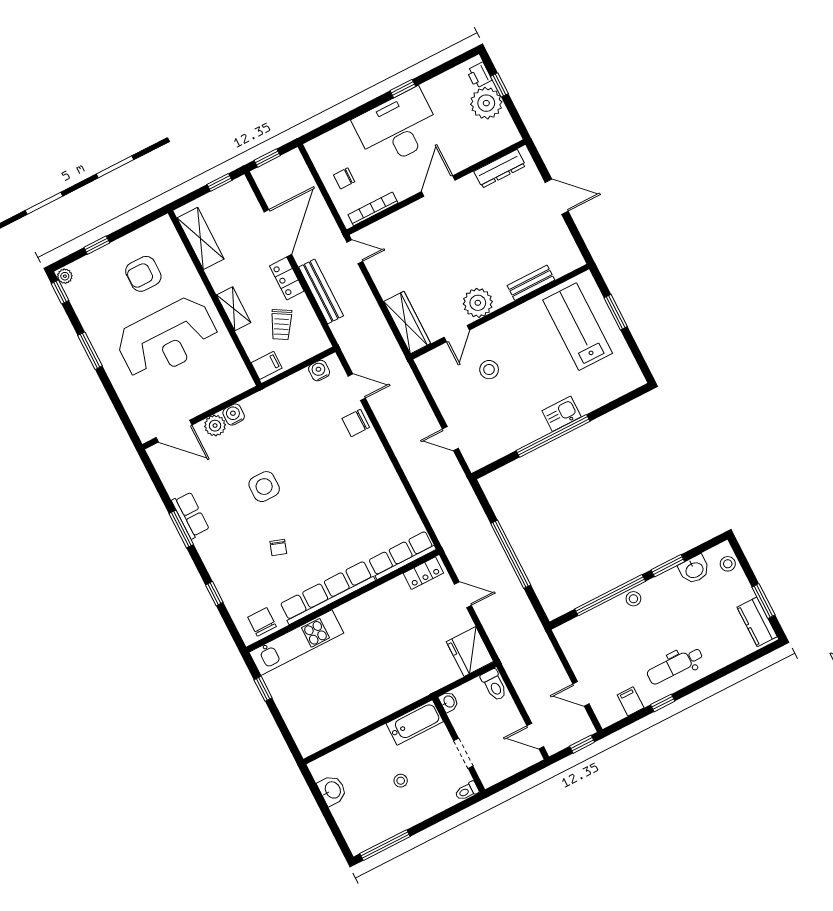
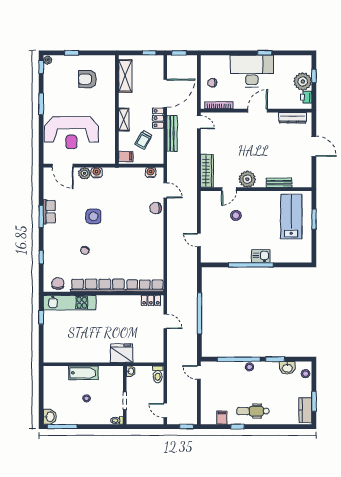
printer: (479, 75) -> (306, 97), moved
reception desk: (167, 339) -> (71, 133), moved
fridge: (470, 652) -> (122, 353), moved, turned 90
door: (581, 694) -> (199, 372), moved
bathtub: (415, 722) -> (83, 373), moved
washbasin: (332, 790) -> (50, 417), moved

